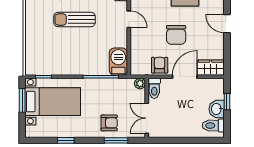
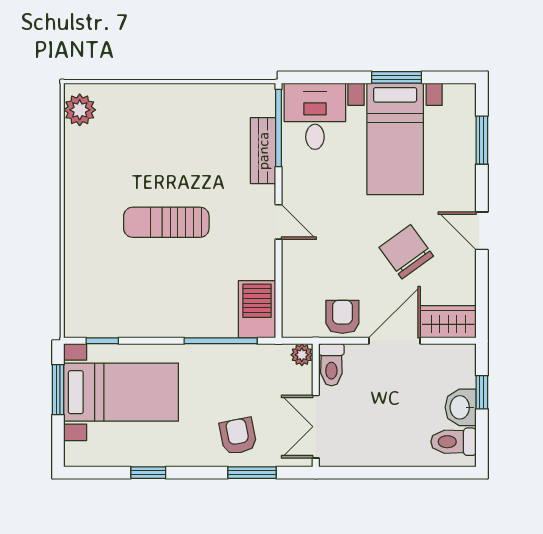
chair: (176, 35) -> (406, 252), moved, turned 144
armchair: (109, 123) -> (238, 436), turned -101

